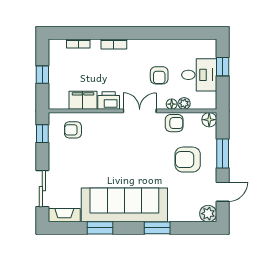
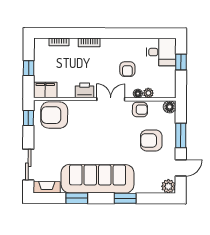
desk: (199, 75) -> (161, 52), moved
filing cabinet: (83, 100) -> (45, 90), moved
armchair: (73, 130) -> (54, 115), width x1.88, depth x1.88

